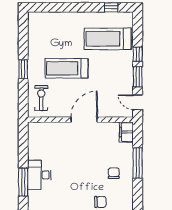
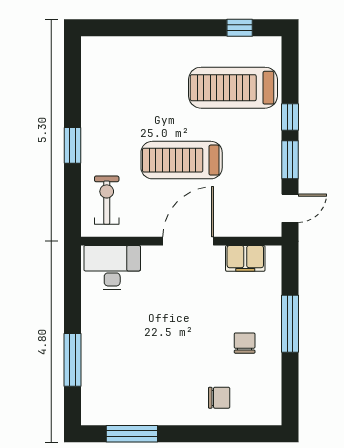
treadmill: (66, 68) -> (182, 160), moved
door: (138, 102) -> (290, 208), swing flipped
filing cabinet: (126, 132) -> (245, 258), moved, turned -90
desk: (39, 175) -> (112, 267), moved, turned 90

